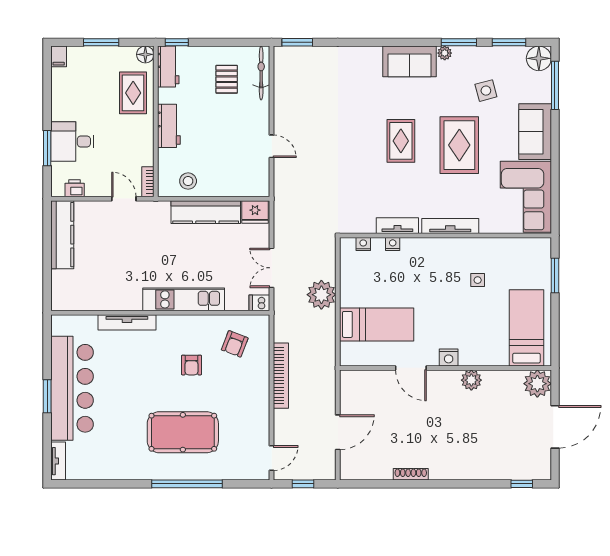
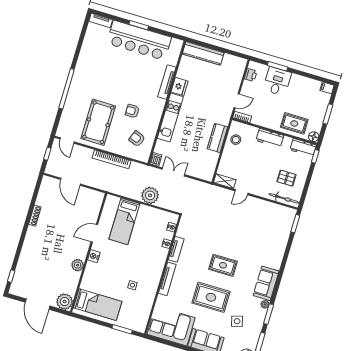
shelving: (262, 179) -> (225, 181), added
kitchen counter: (206, 212) -> (217, 138), width x0.67
fridge: (255, 212) -> (179, 87), moved, turned 180
kitchen counter: (62, 235) -> (203, 53), moved
pool table: (183, 432) -> (98, 122), moved

